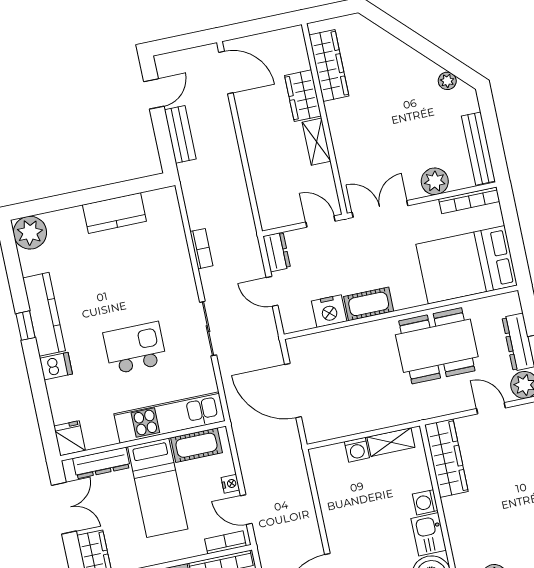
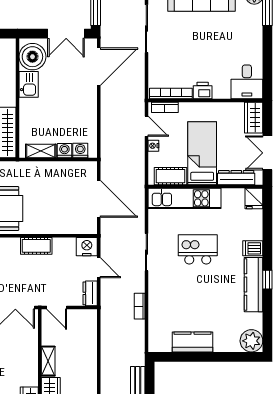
nightstand: (329, 311) -> (87, 247), moved
kitchen island: (135, 348) -> (198, 249), turned 180
washing machine: (425, 502) -> (80, 150), moved, turned -90

